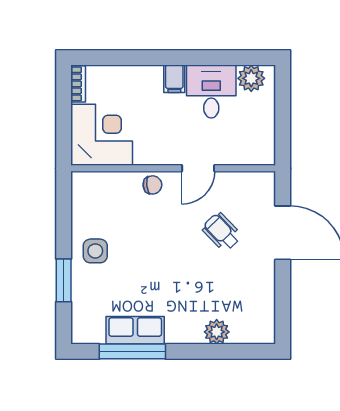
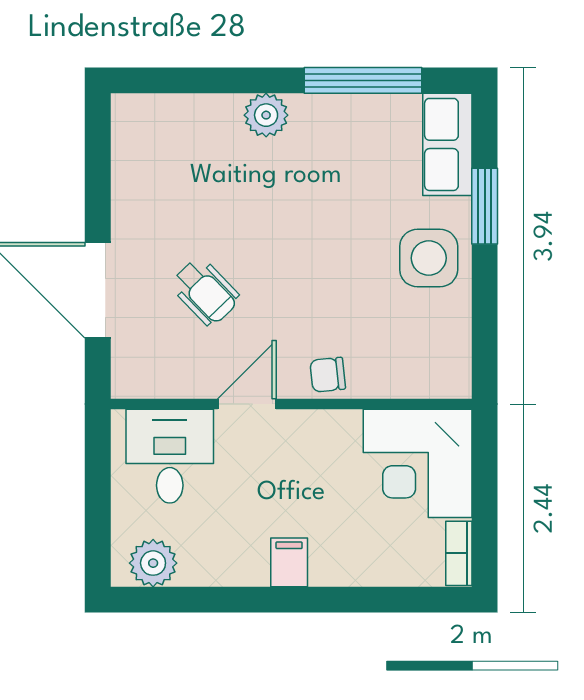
desk: (211, 91) -> (170, 456), moved, turned 180
side table: (95, 251) -> (429, 258), width x1.37, depth x1.37
row of seats: (135, 330) -> (447, 144), moved, turned 90
plant: (217, 332) -> (266, 115), moved

